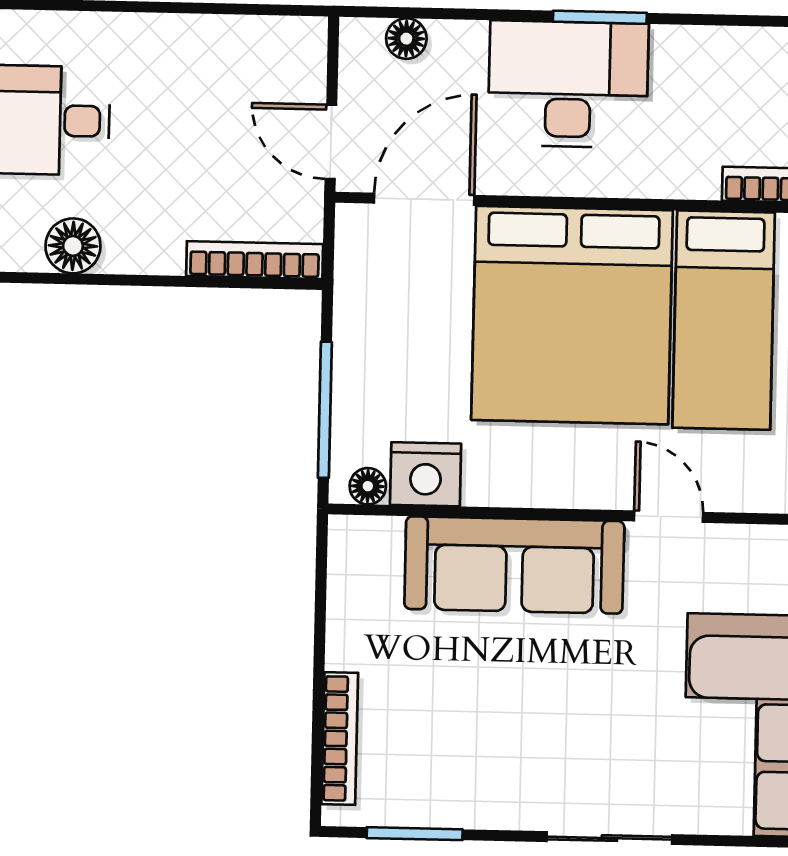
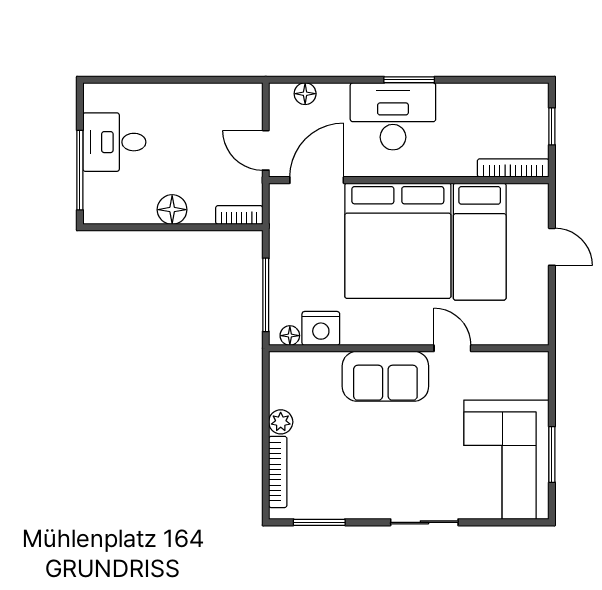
floor lamp: (73, 246) -> (172, 210), moved
bookcase: (255, 260) -> (239, 215), width x0.64
sofa: (514, 565) -> (385, 376), width x0.73
plant: (347, 646) -> (281, 422), added

